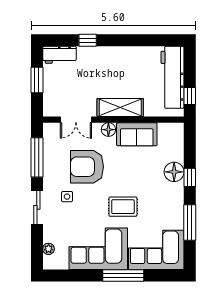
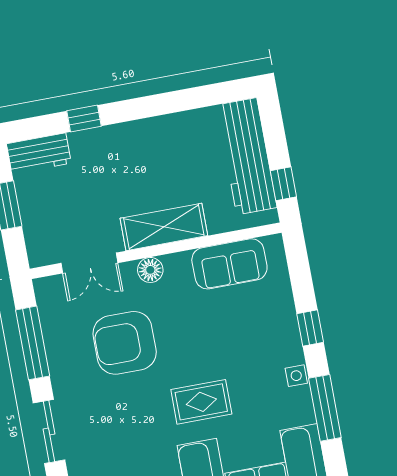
sofa: (137, 134) -> (229, 264), moved
floor lamp: (174, 172) -> (280, 323), removed
side table: (67, 197) -> (296, 376), moved

